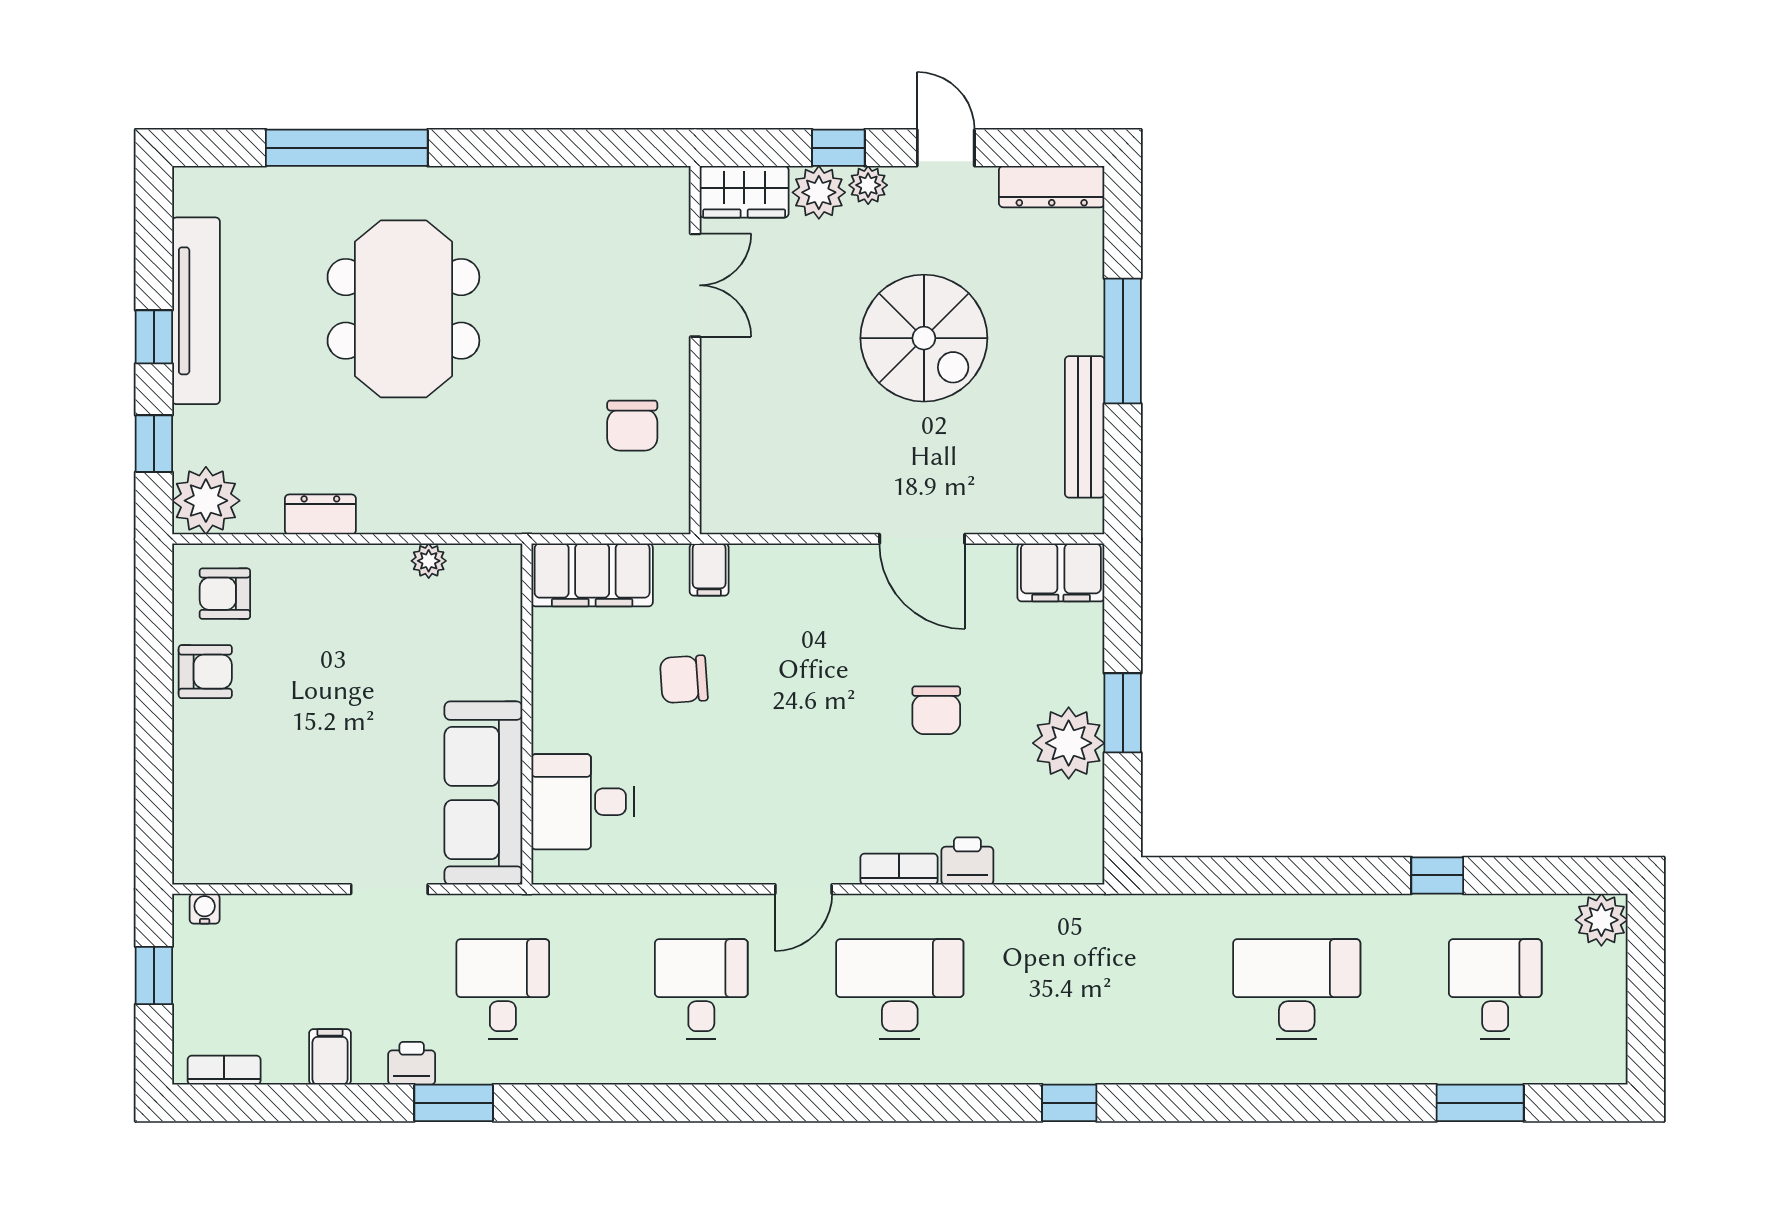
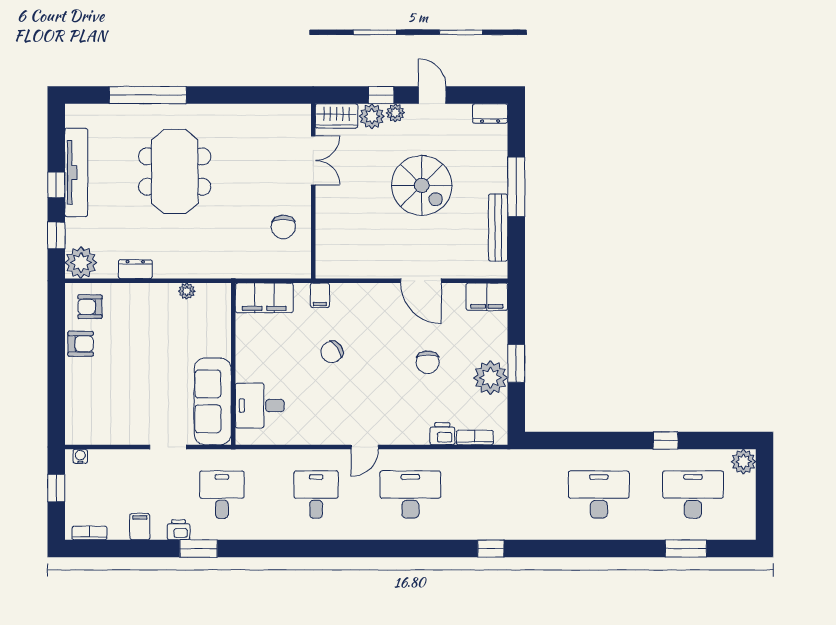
dresser: (1052, 187) -> (490, 113), width x0.70
chair: (684, 679) -> (332, 352), moved, turned -31
bookcase: (899, 869) -> (475, 438), moved
desk: (1495, 989) -> (693, 495), width x1.37

